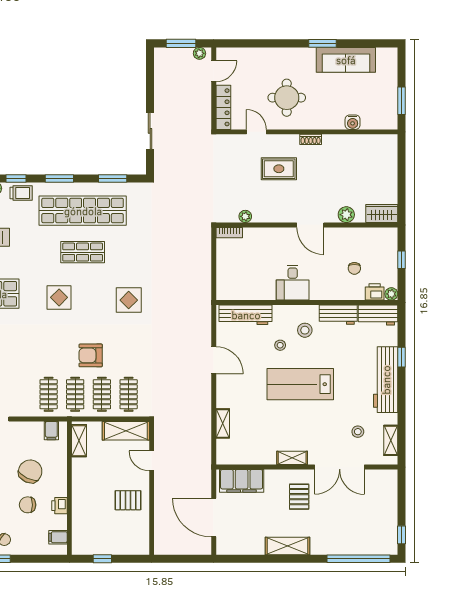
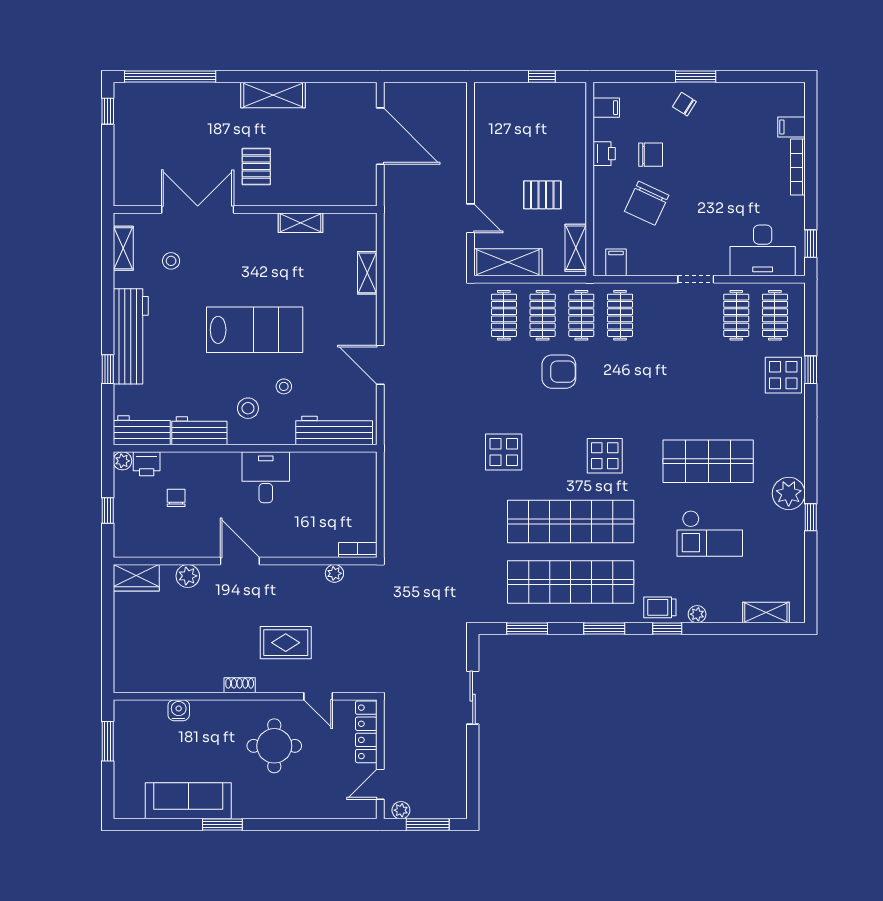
shop shelf: (83, 252) -> (571, 522), width x2.00, depth x1.36
shelving: (292, 458) -> (300, 223), moved
filing cabinet: (242, 481) -> (340, 189), removed
pallet: (128, 500) -> (542, 195), moved

